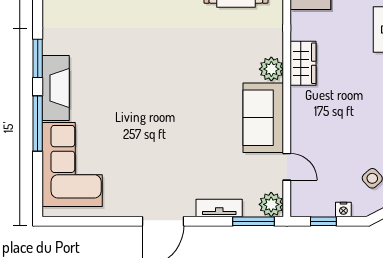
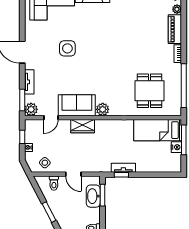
wardrobe: (303, 63) -> (83, 126), moved
side table: (156, 136) -> (67, 48), added

